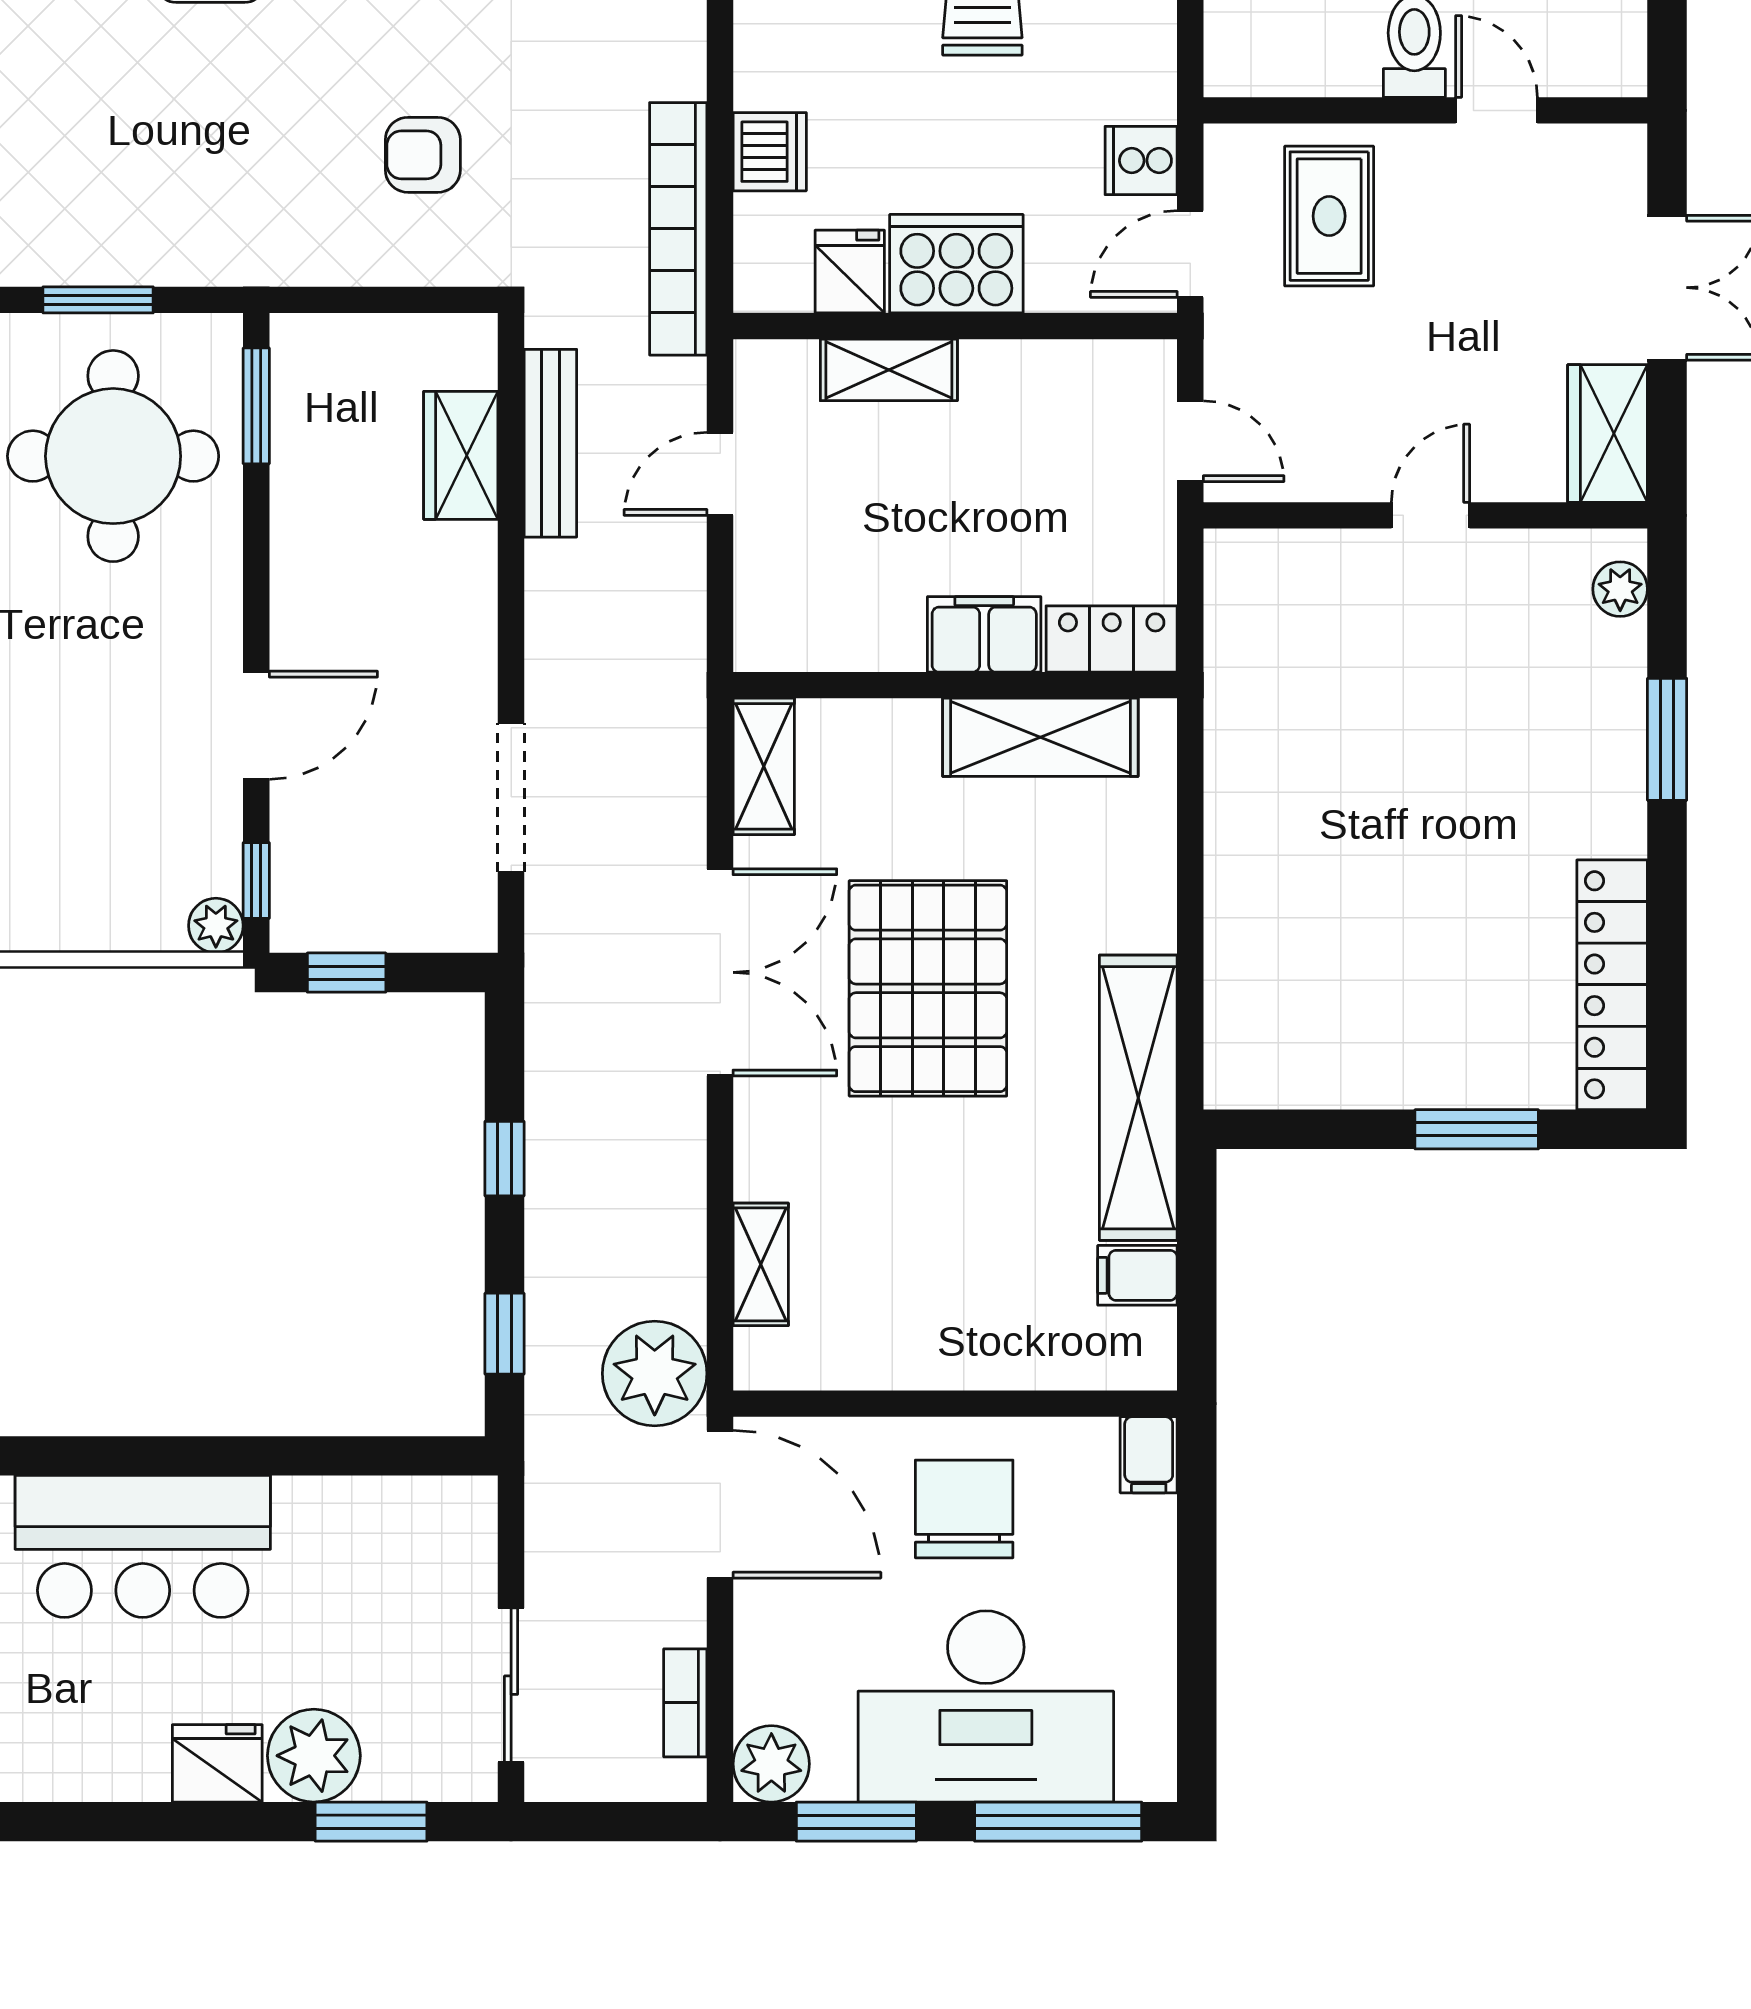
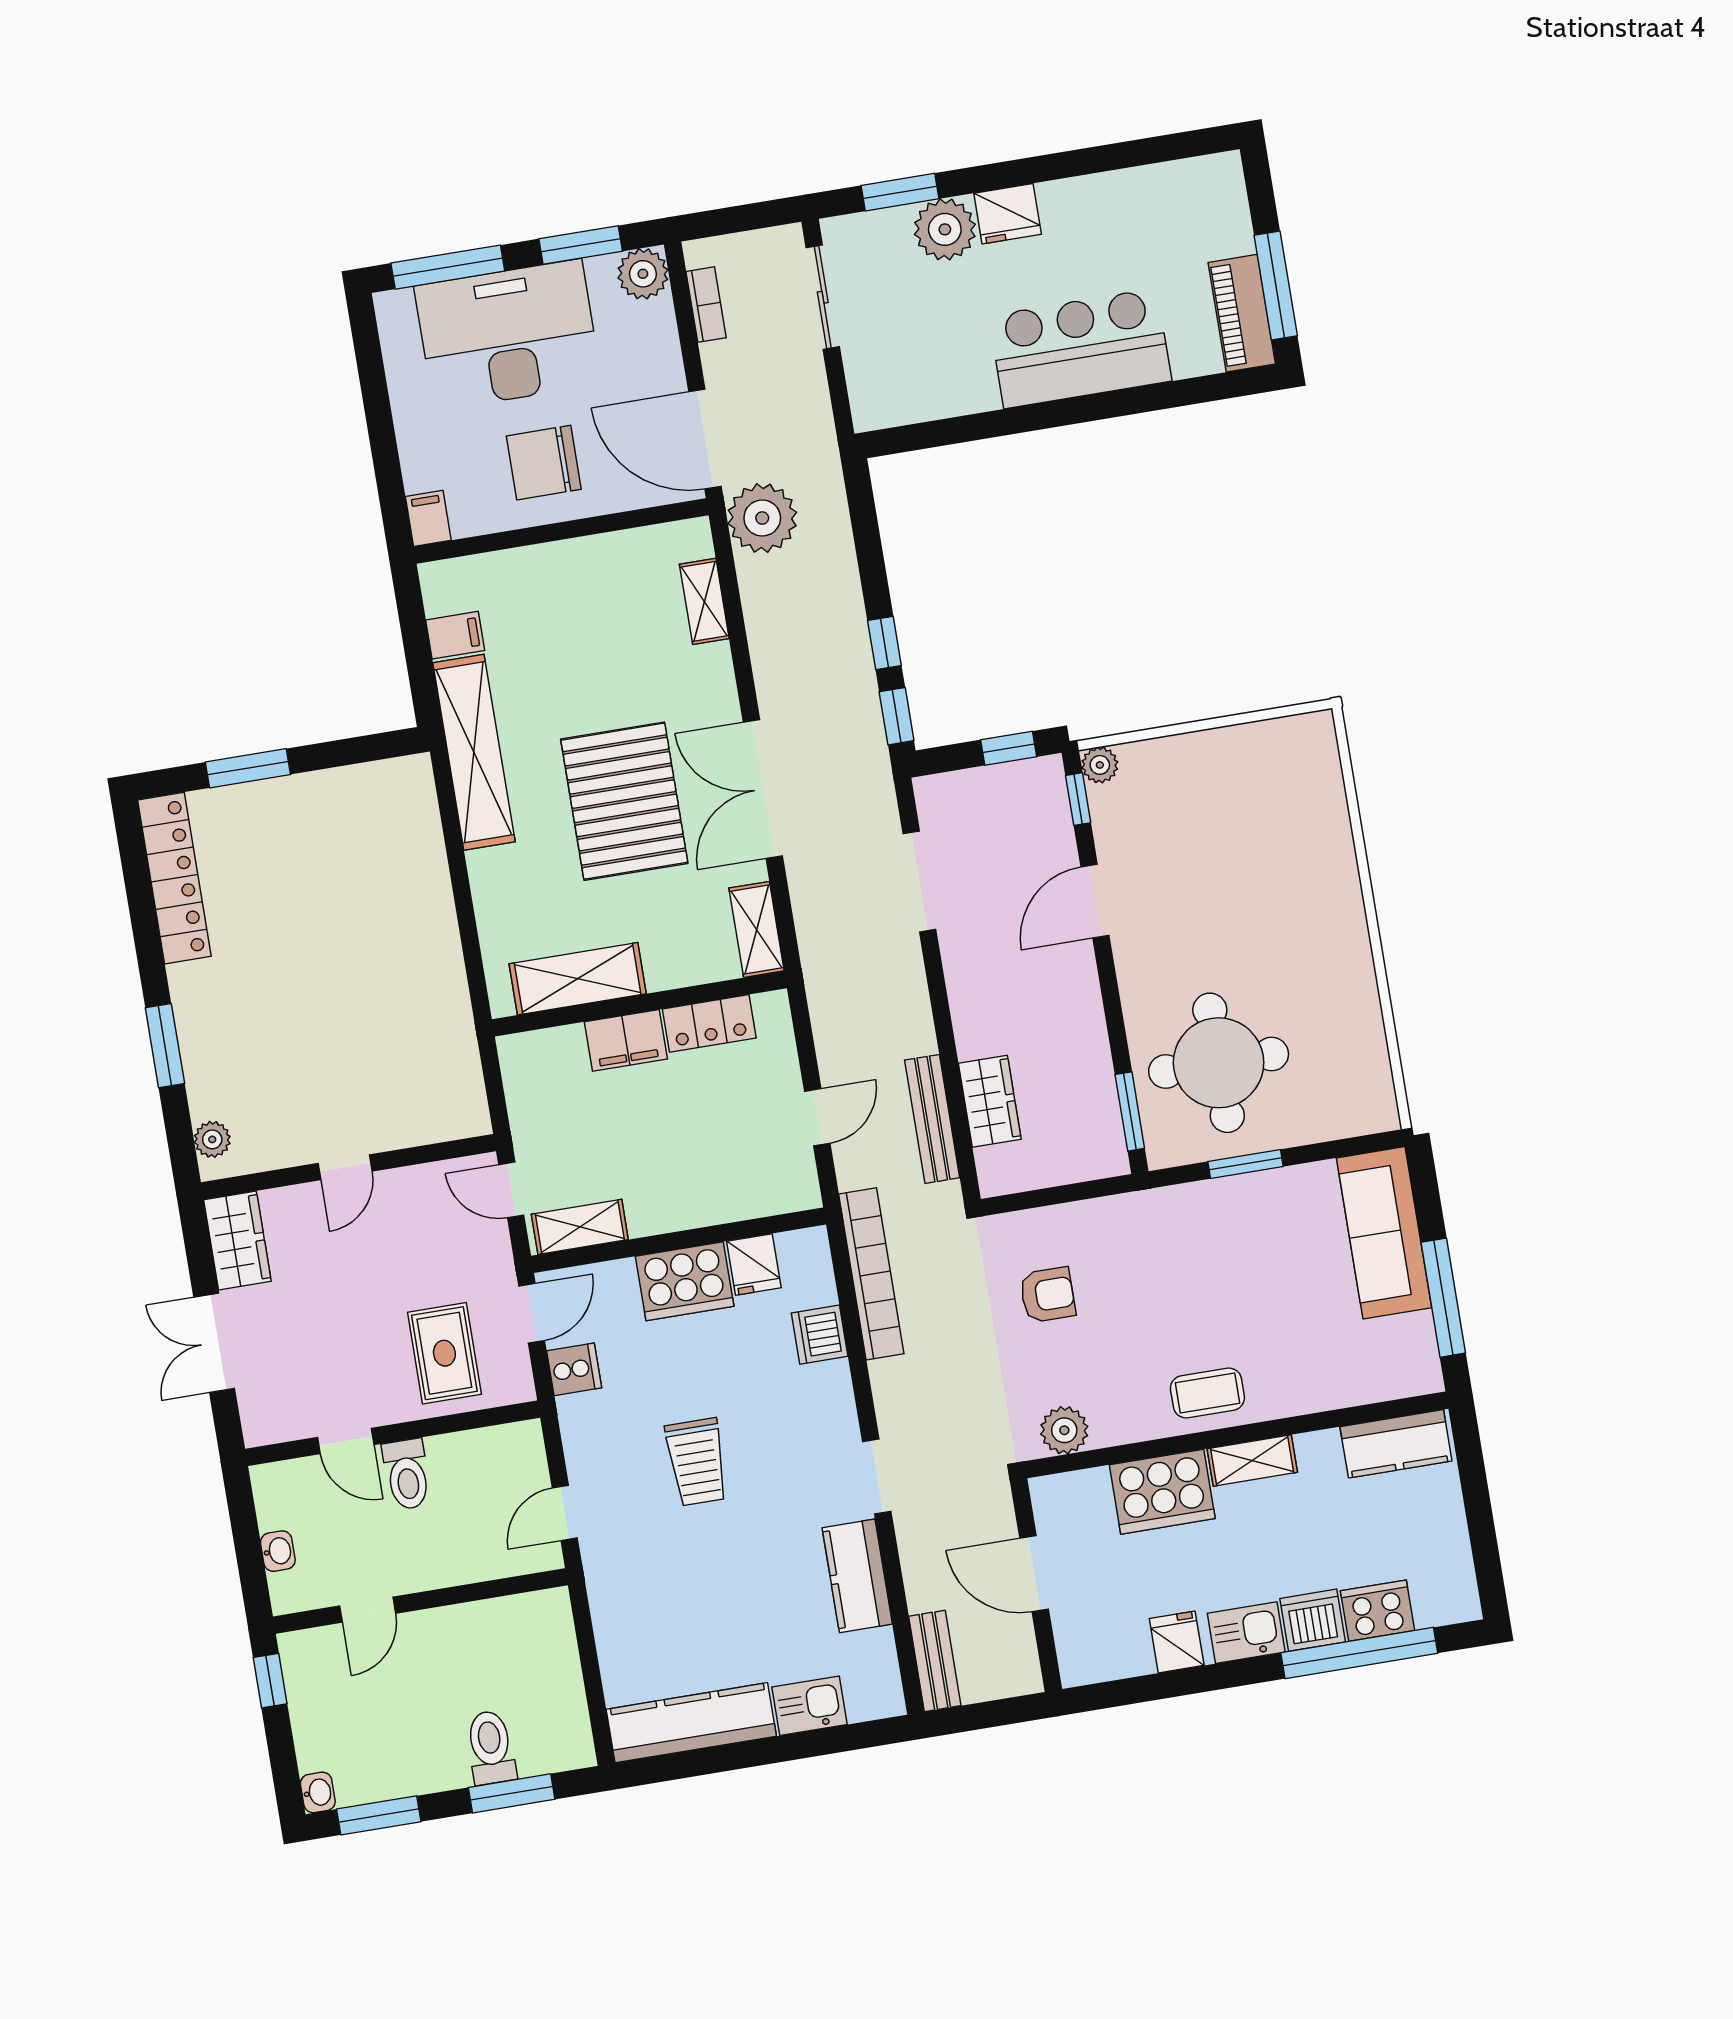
shelving: (889, 370) -> (580, 1227), moved
locker: (1112, 639) -> (709, 1023), moved
window: (504, 1334) -> (897, 716), moved
chair: (964, 1509) -> (544, 463), turned 90

